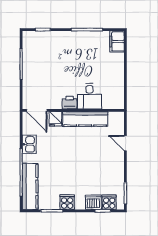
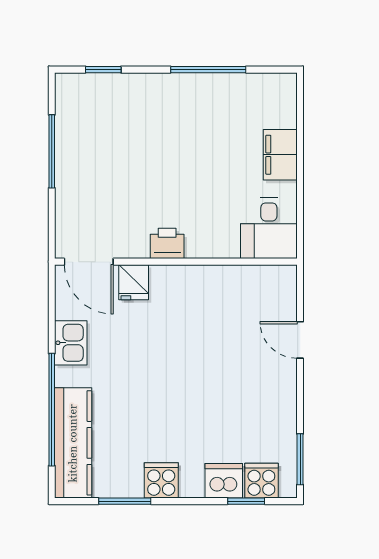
filing cabinet: (117, 41) -> (280, 155), moved
desk: (89, 96) -> (269, 228), moved
kitchen counter: (85, 119) -> (204, 282), removed

